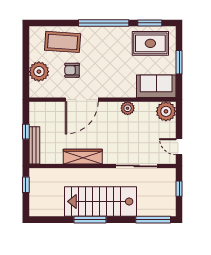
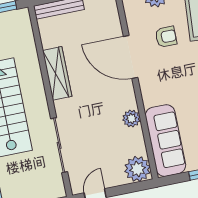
armchair: (72, 70) -> (166, 37), turned 90
sofa: (156, 86) -> (165, 141), width x1.36

